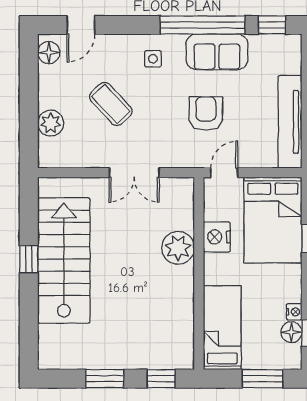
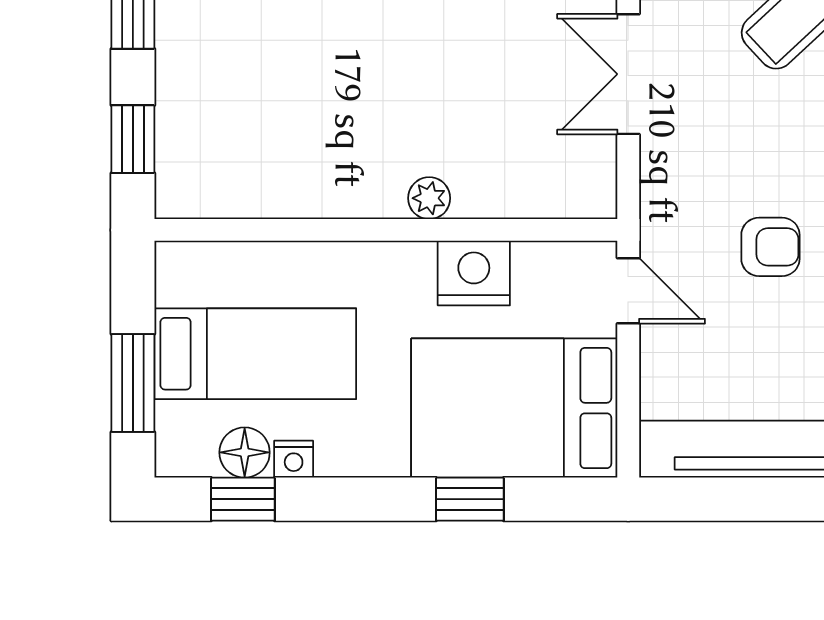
armchair: (206, 114) -> (770, 247), width x0.72, depth x0.72
plant: (178, 248) -> (429, 198), width x0.53, depth x0.53
bed: (222, 328) -> (255, 354), moved

